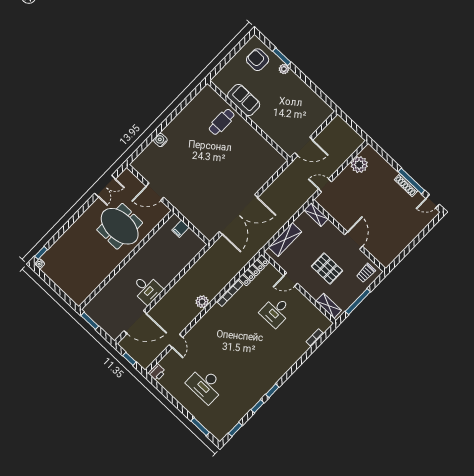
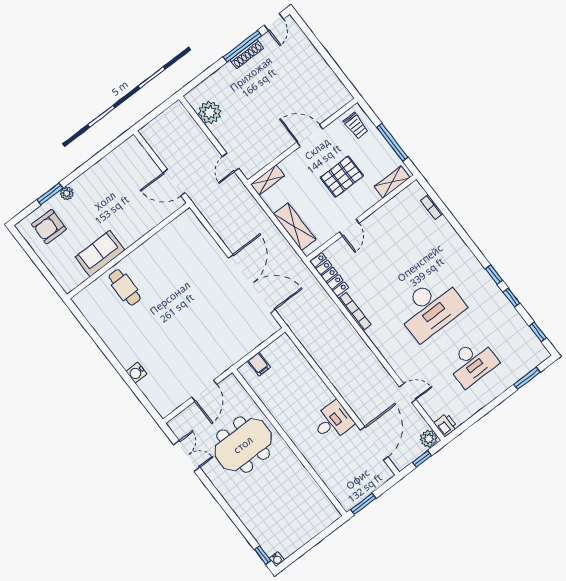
door: (304, 146) -> (174, 183), swing flipped
plant: (202, 302) -> (429, 439), moved
desk: (276, 311) -> (431, 308), moved, width x1.87, depth x1.30

